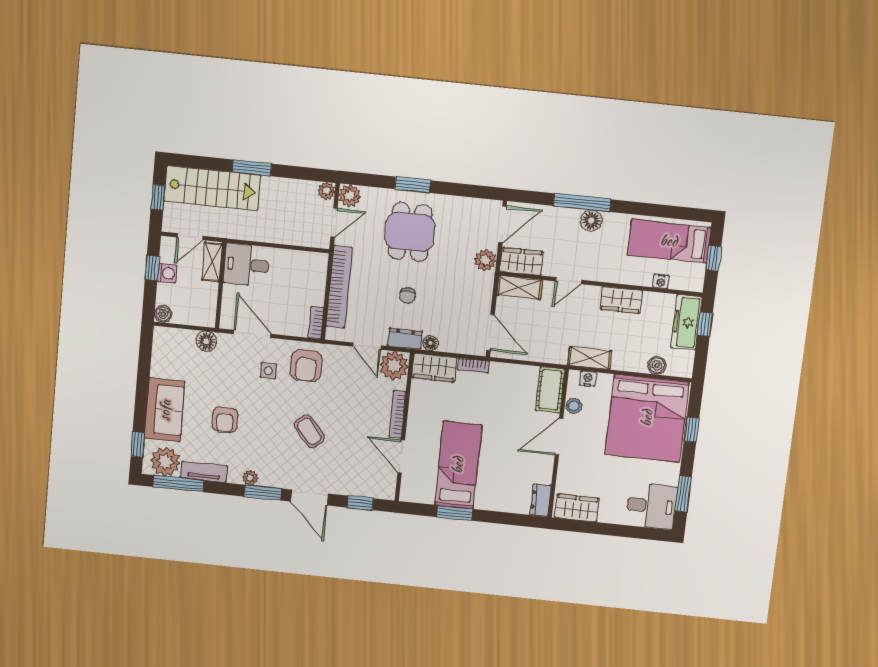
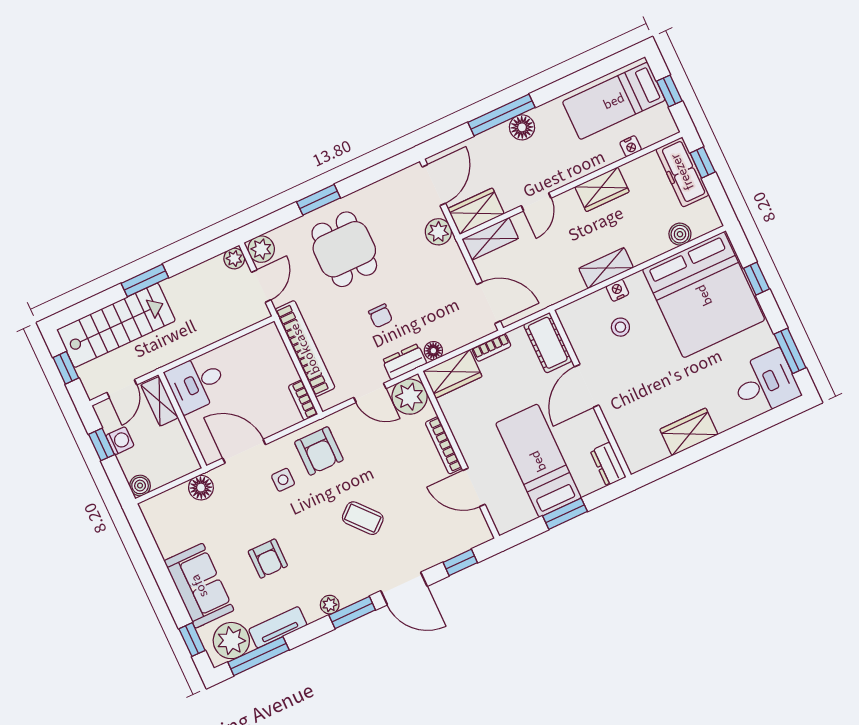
cot: (550, 390) -> (548, 343), moved
door: (559, 437) -> (587, 386), moved
wall: (558, 444) -> (590, 394), moved
dresser: (540, 500) -> (608, 464), moved

